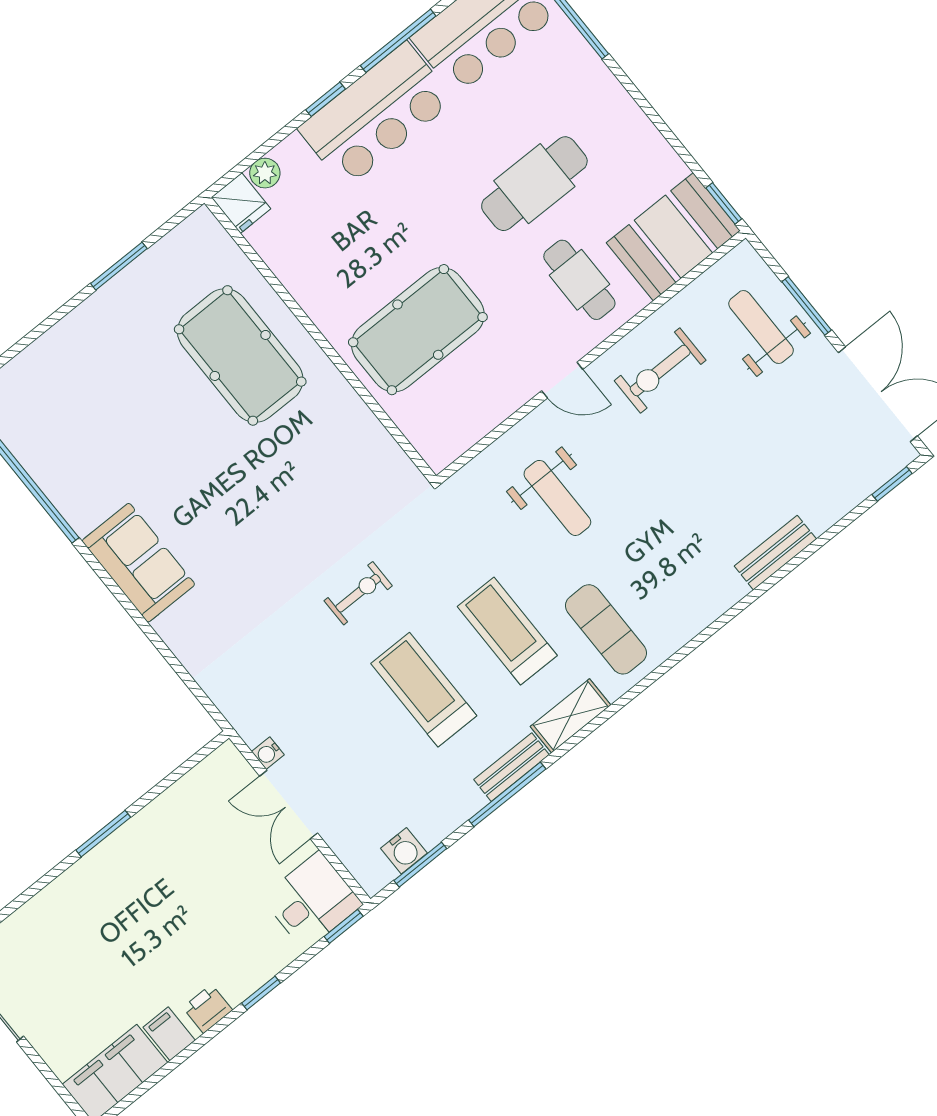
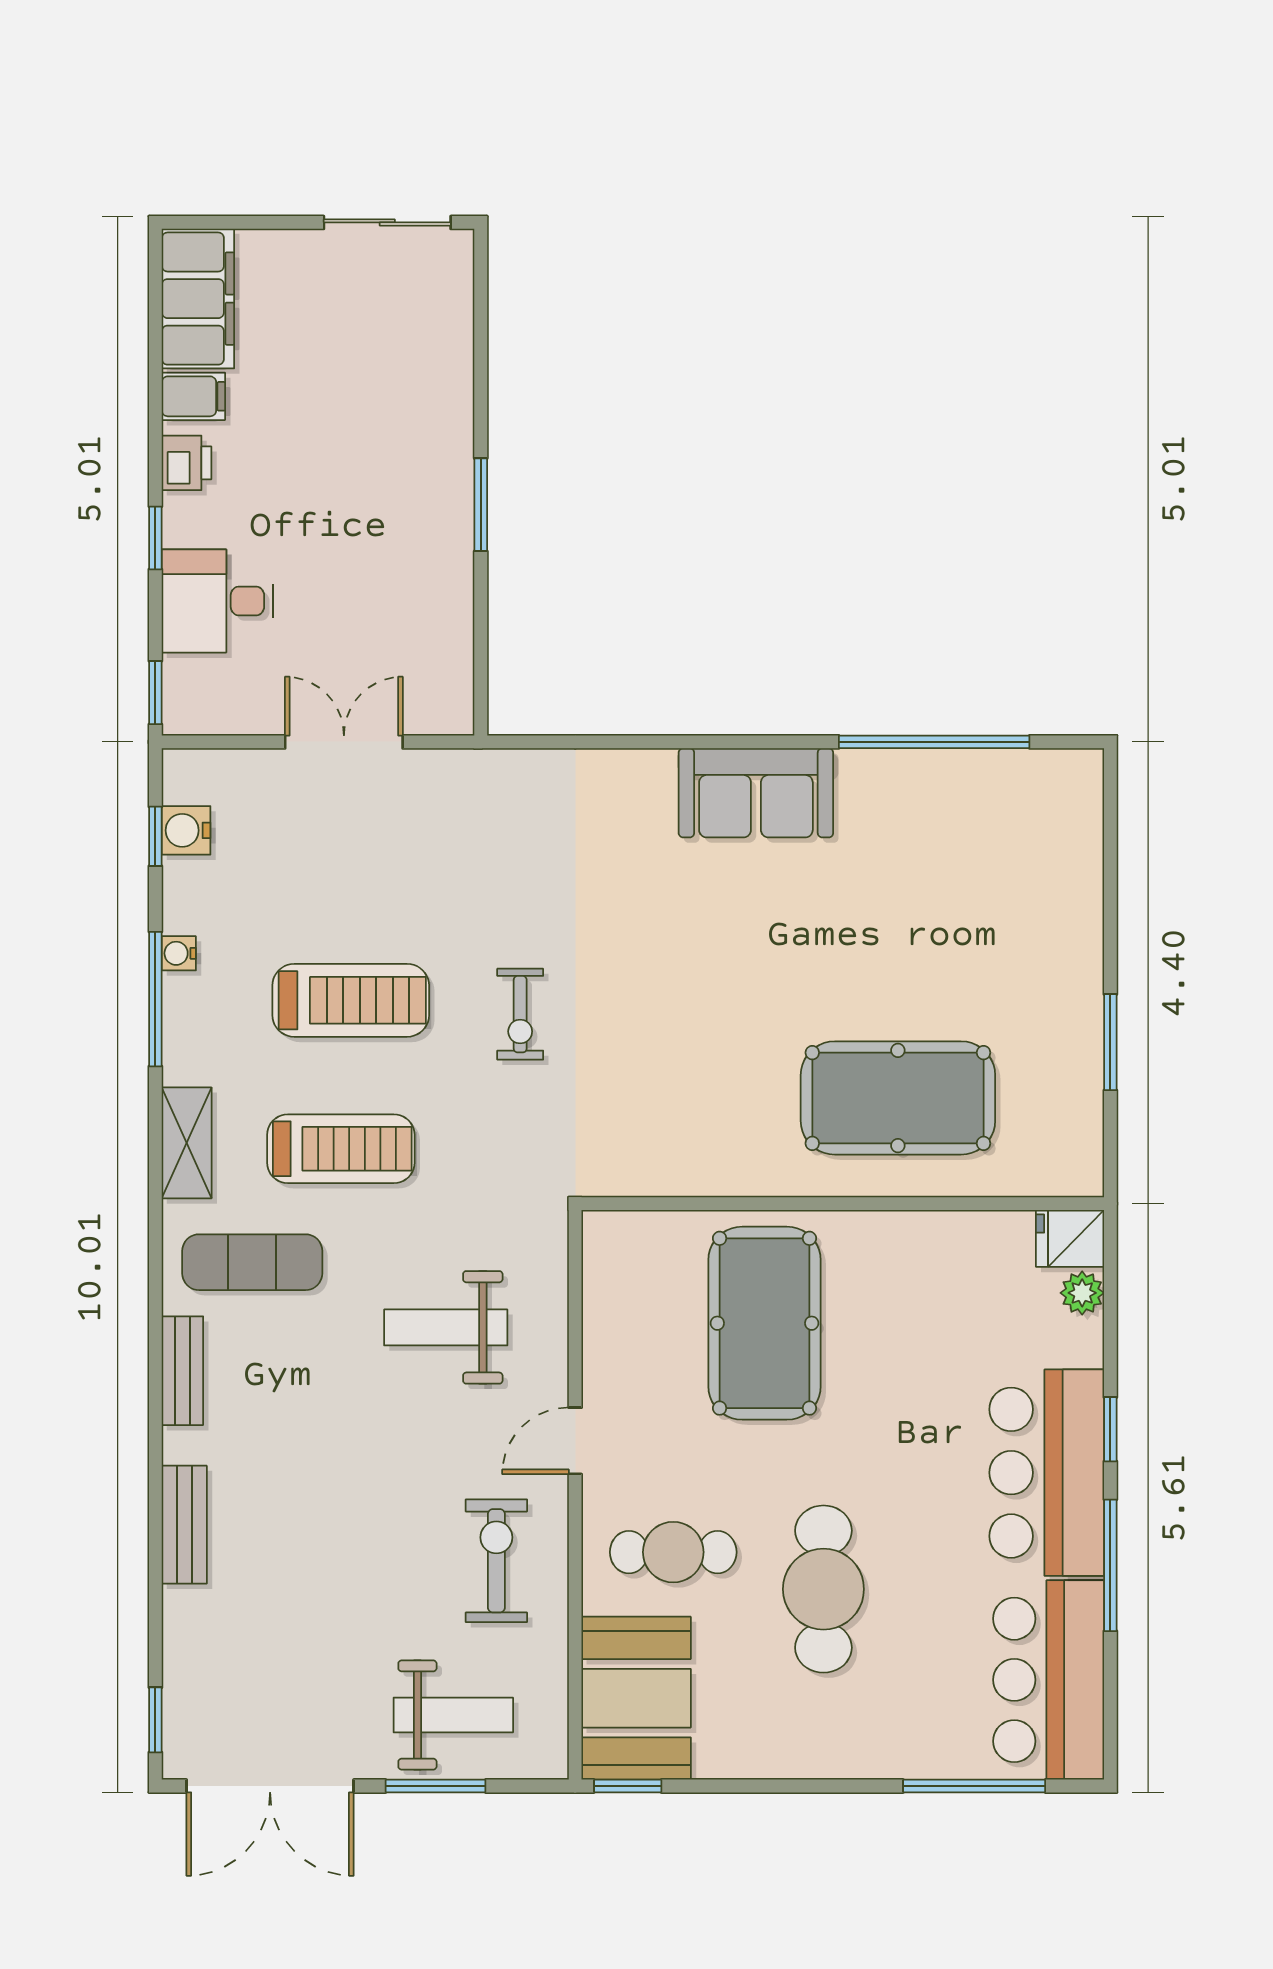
water cooler: (268, 753) -> (179, 953), moved, turned -90
bench: (512, 767) -> (182, 1371), moved
window: (420, 865) -> (155, 836), width x0.67
desk: (312, 901) -> (217, 601), moved, turned 90

